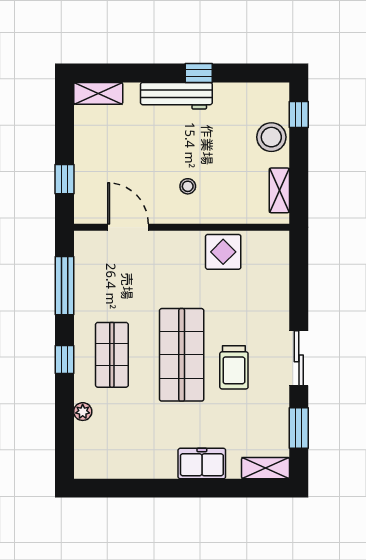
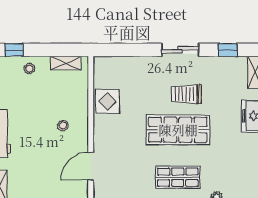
stool: (271, 137) -> (29, 69), width x0.53, depth x0.53
trolley: (234, 367) -> (186, 94), turned 180
window: (299, 428) -> (228, 50), width x0.67

